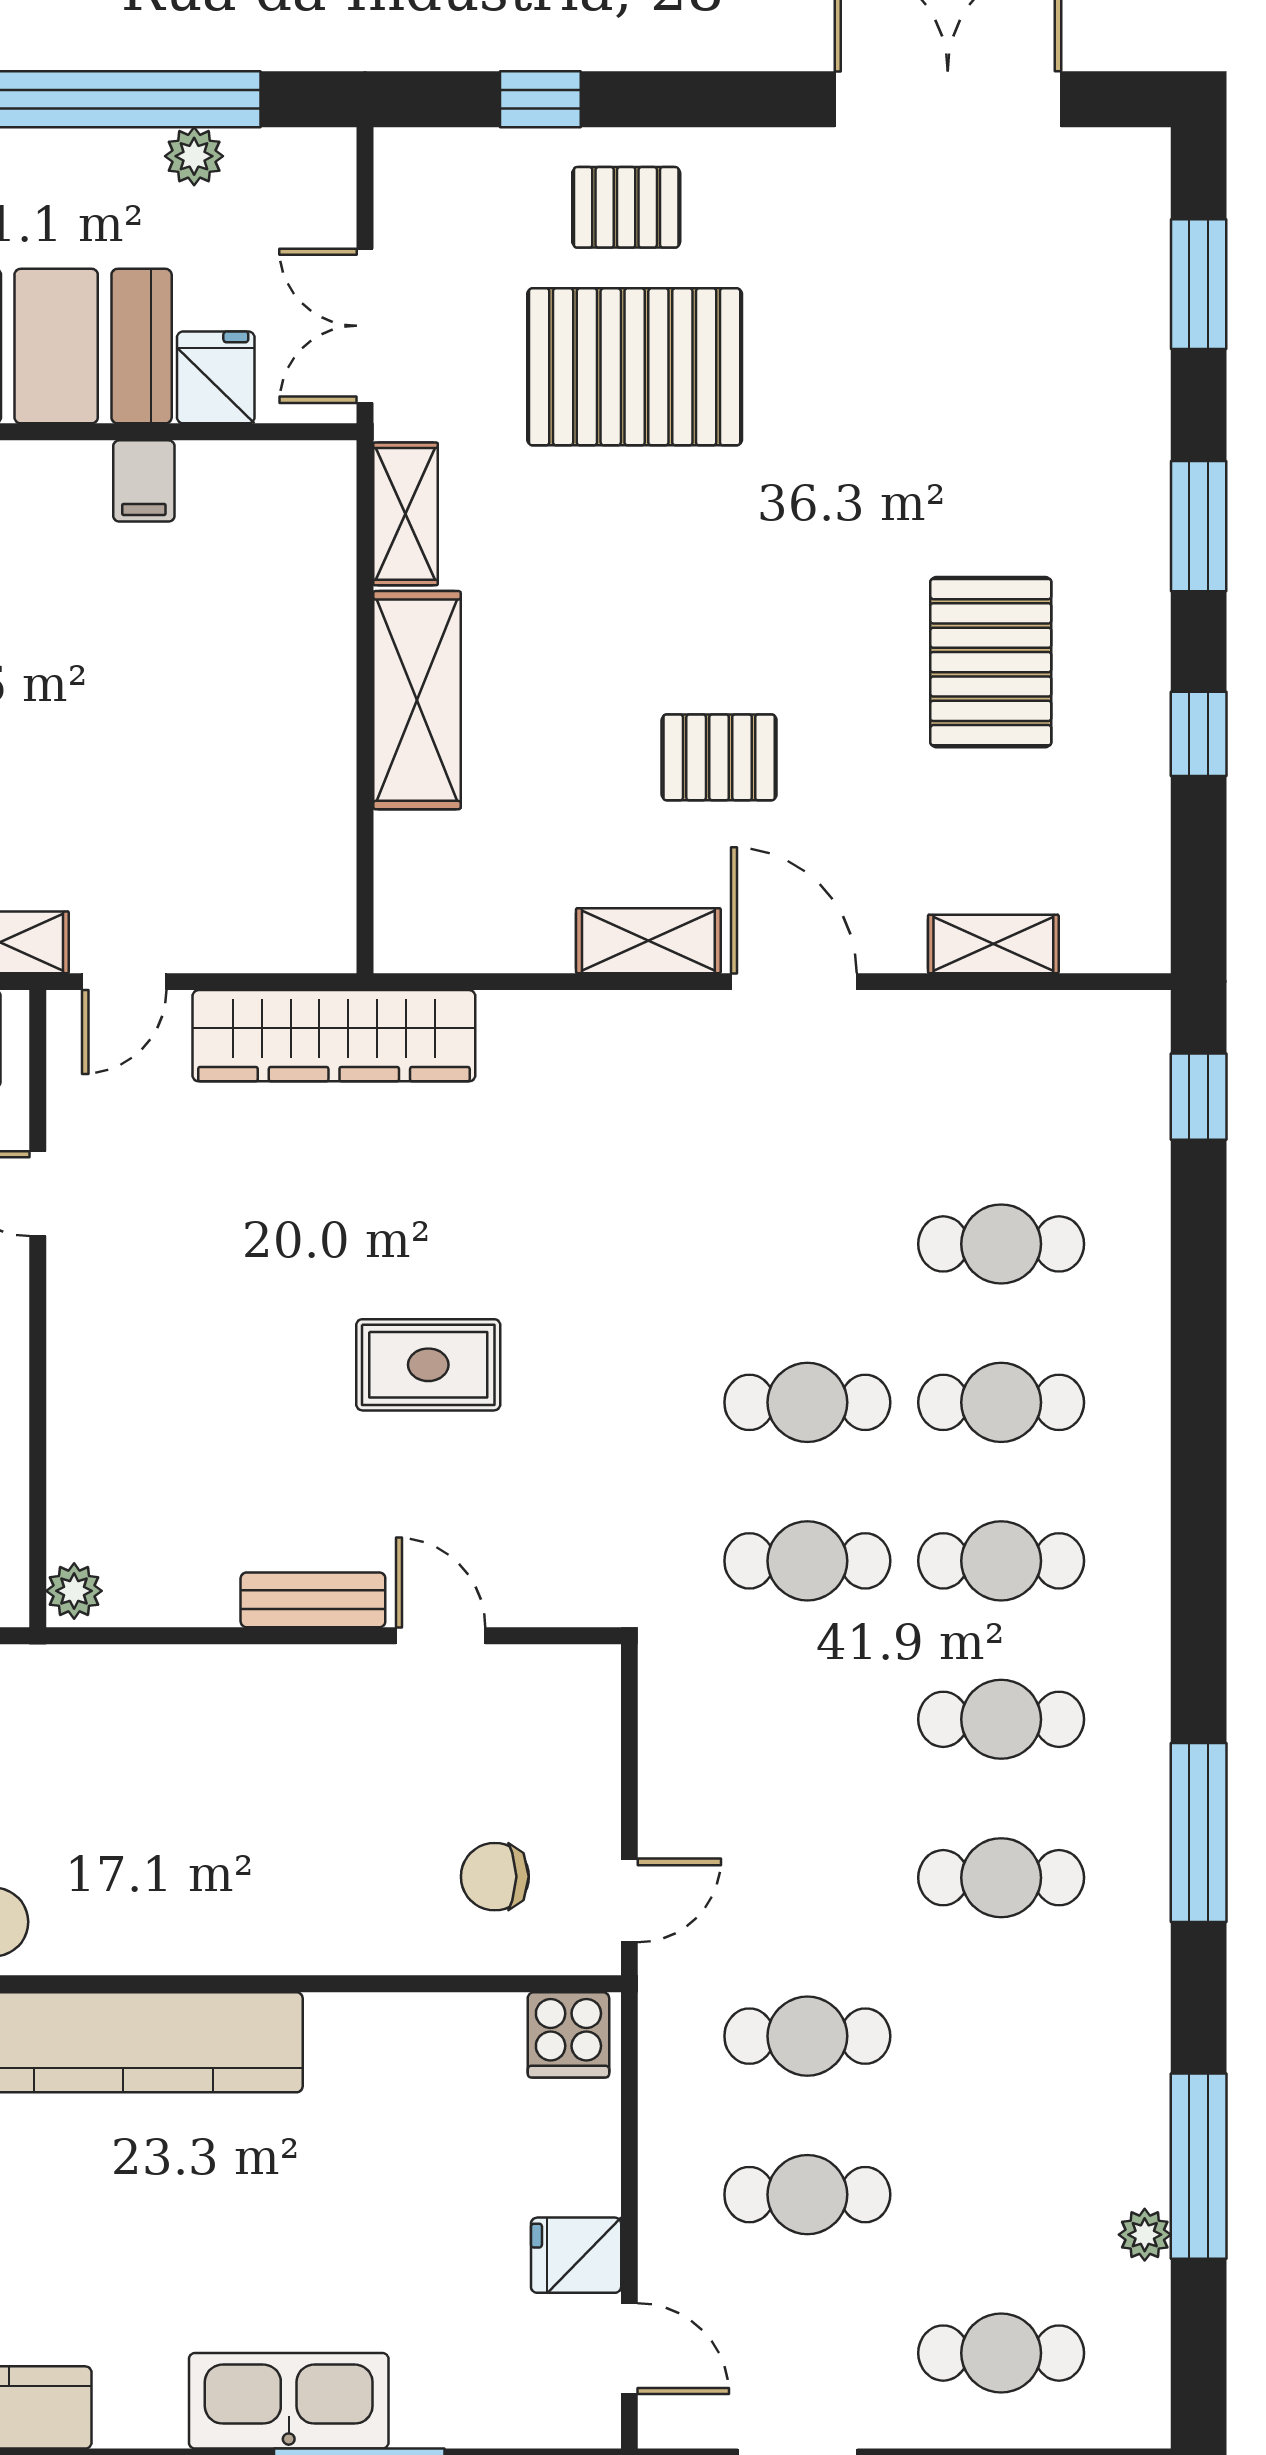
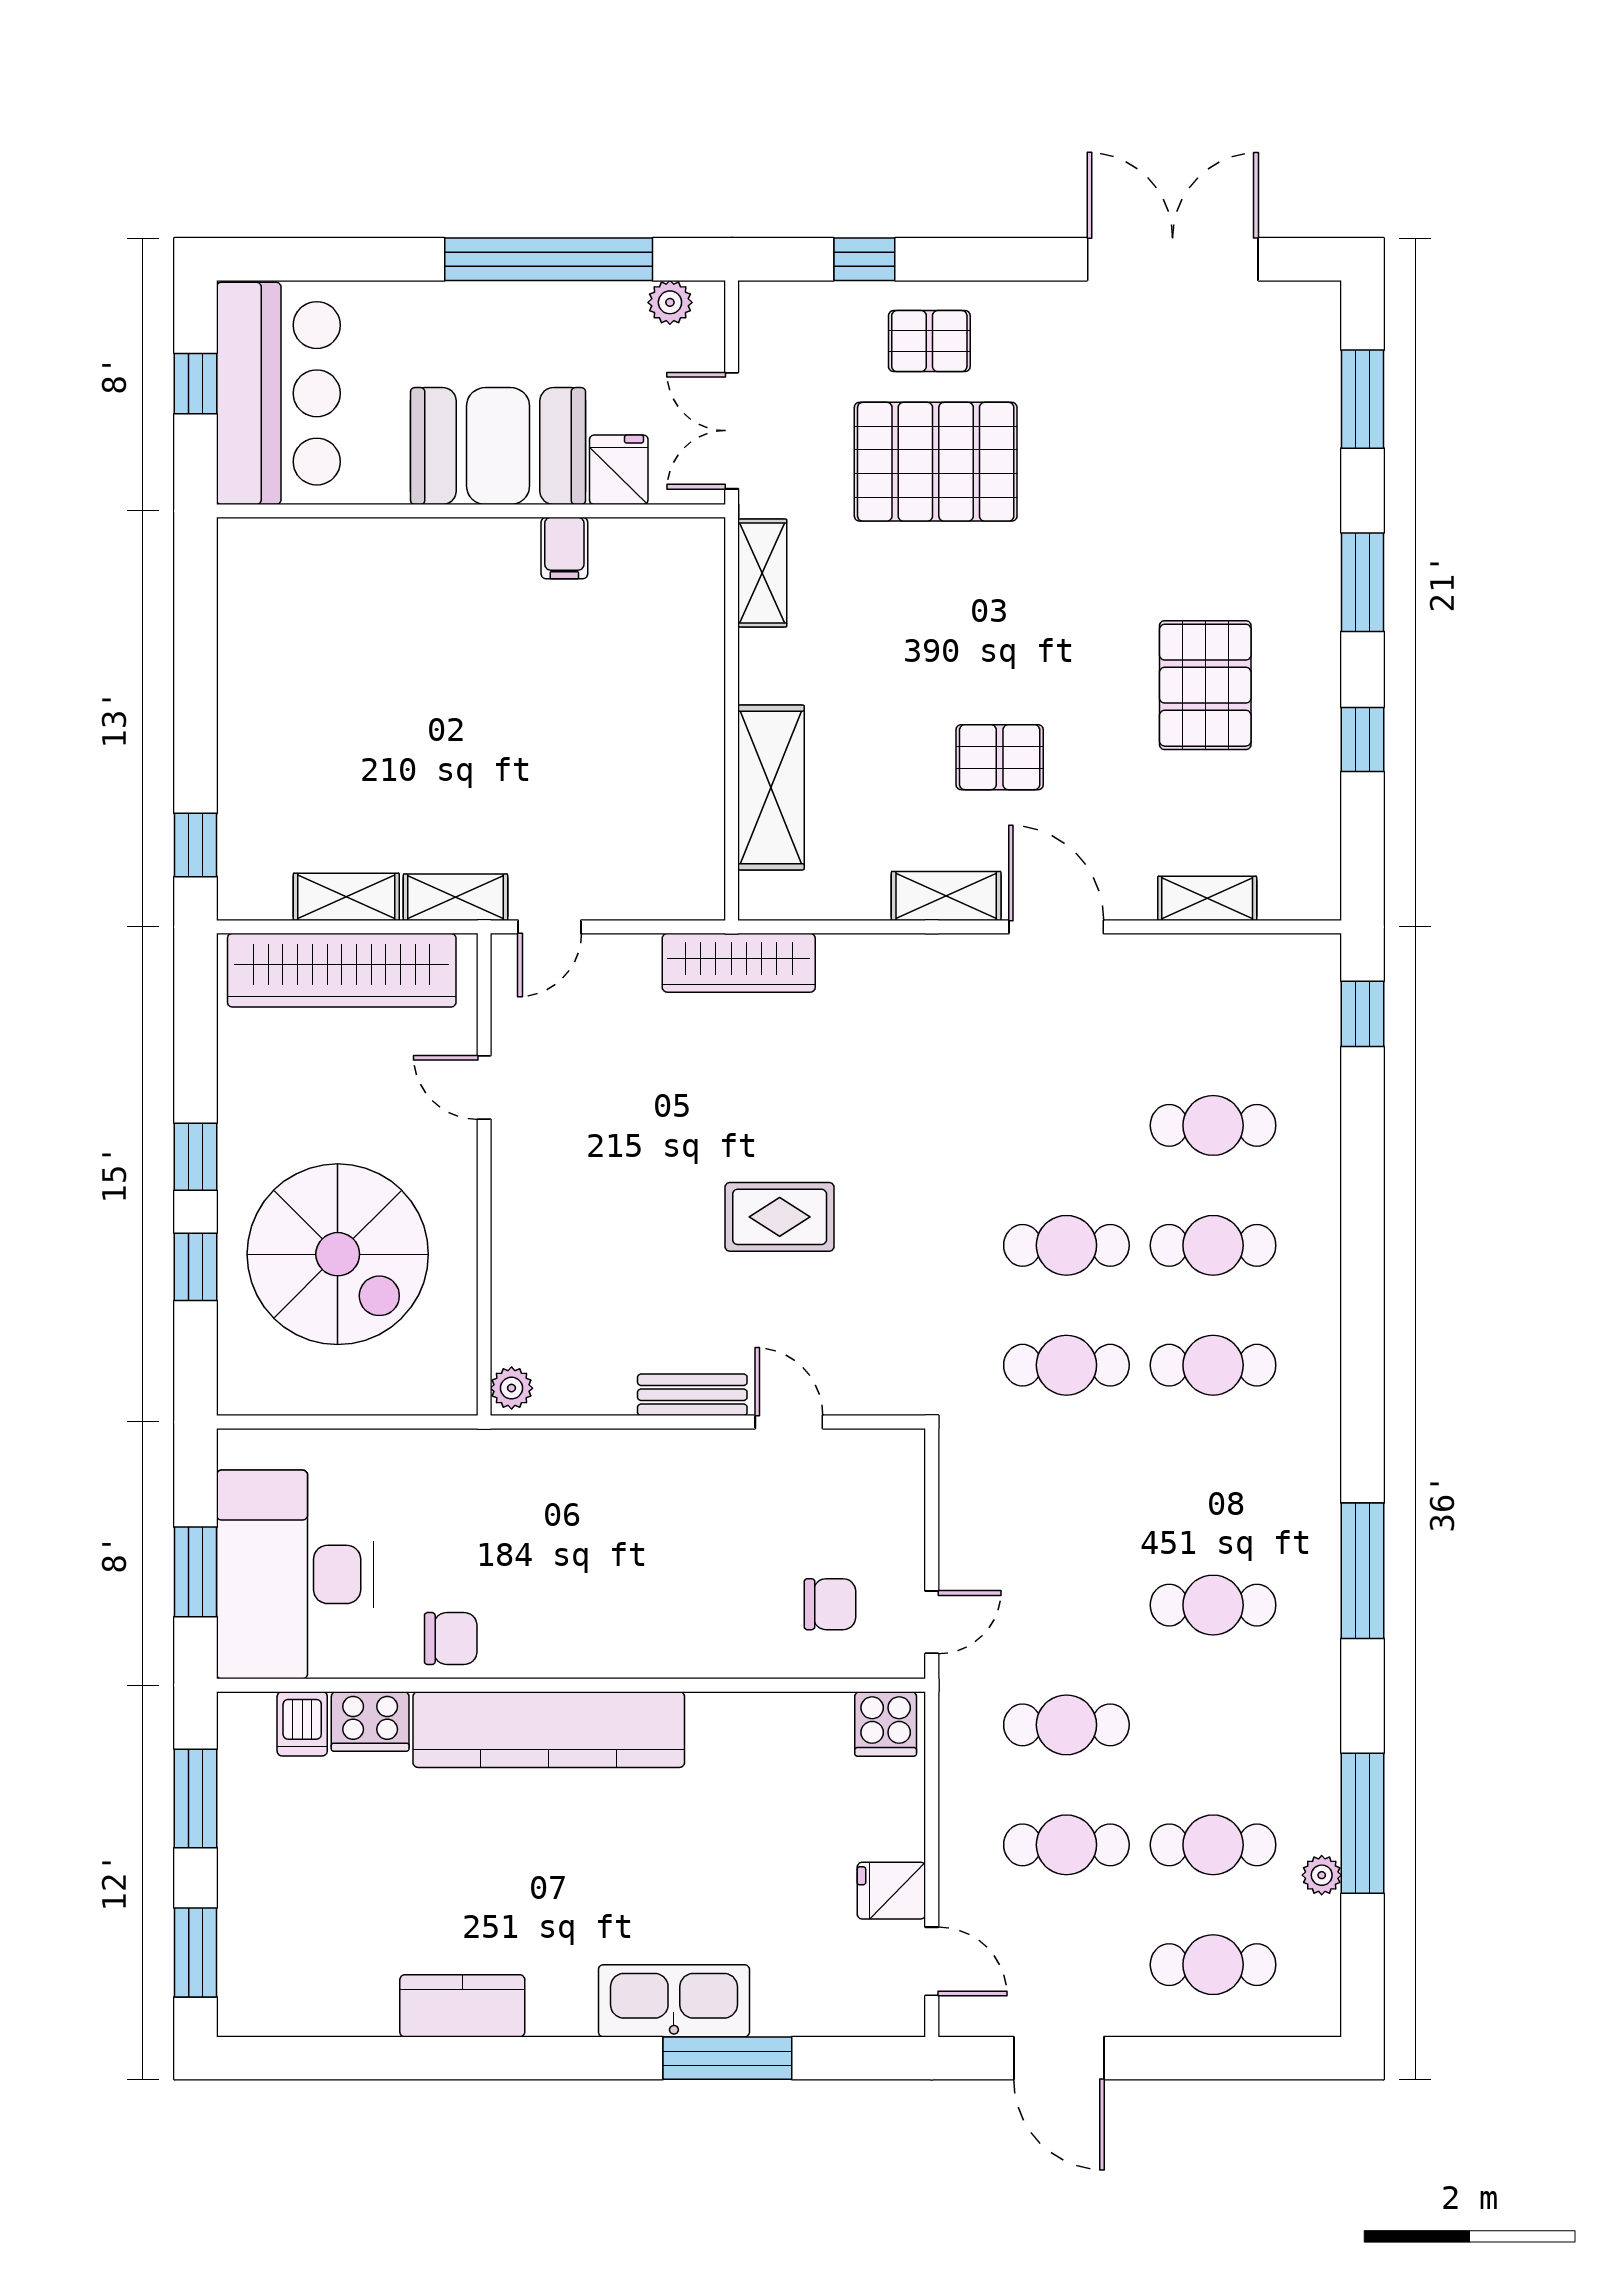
plant: (194, 156) -> (670, 302), moved
shelving: (417, 700) -> (771, 787), moved
wardrobe: (334, 1036) -> (739, 963), width x0.71, depth x0.85
cafe table: (1001, 1719) -> (1213, 1845), moved
chair: (495, 1877) -> (830, 1604), turned 180

